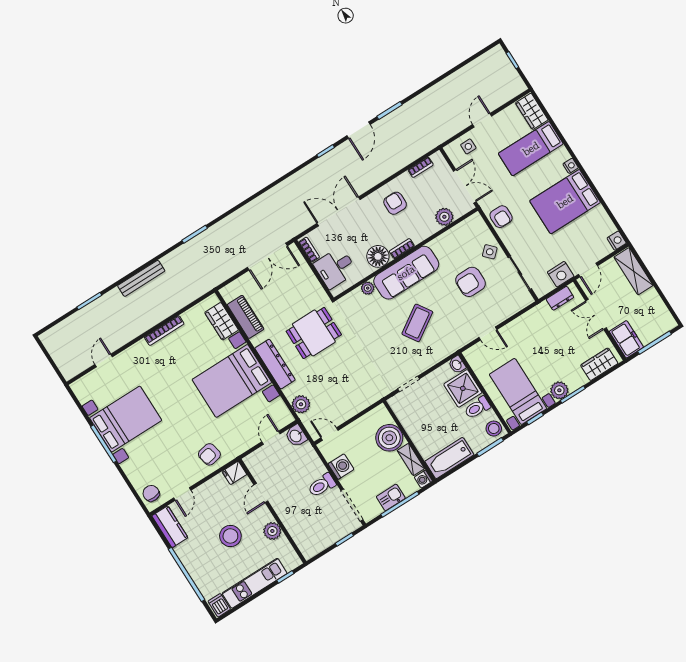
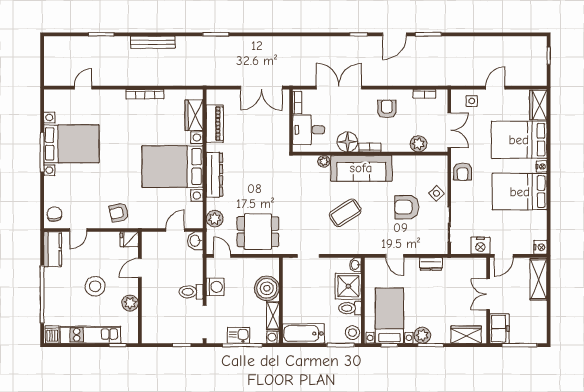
bed: (531, 149) -> (519, 140), width x1.50
dresser: (560, 298) -> (431, 264), moved
dining table: (314, 333) -> (258, 232), moved

